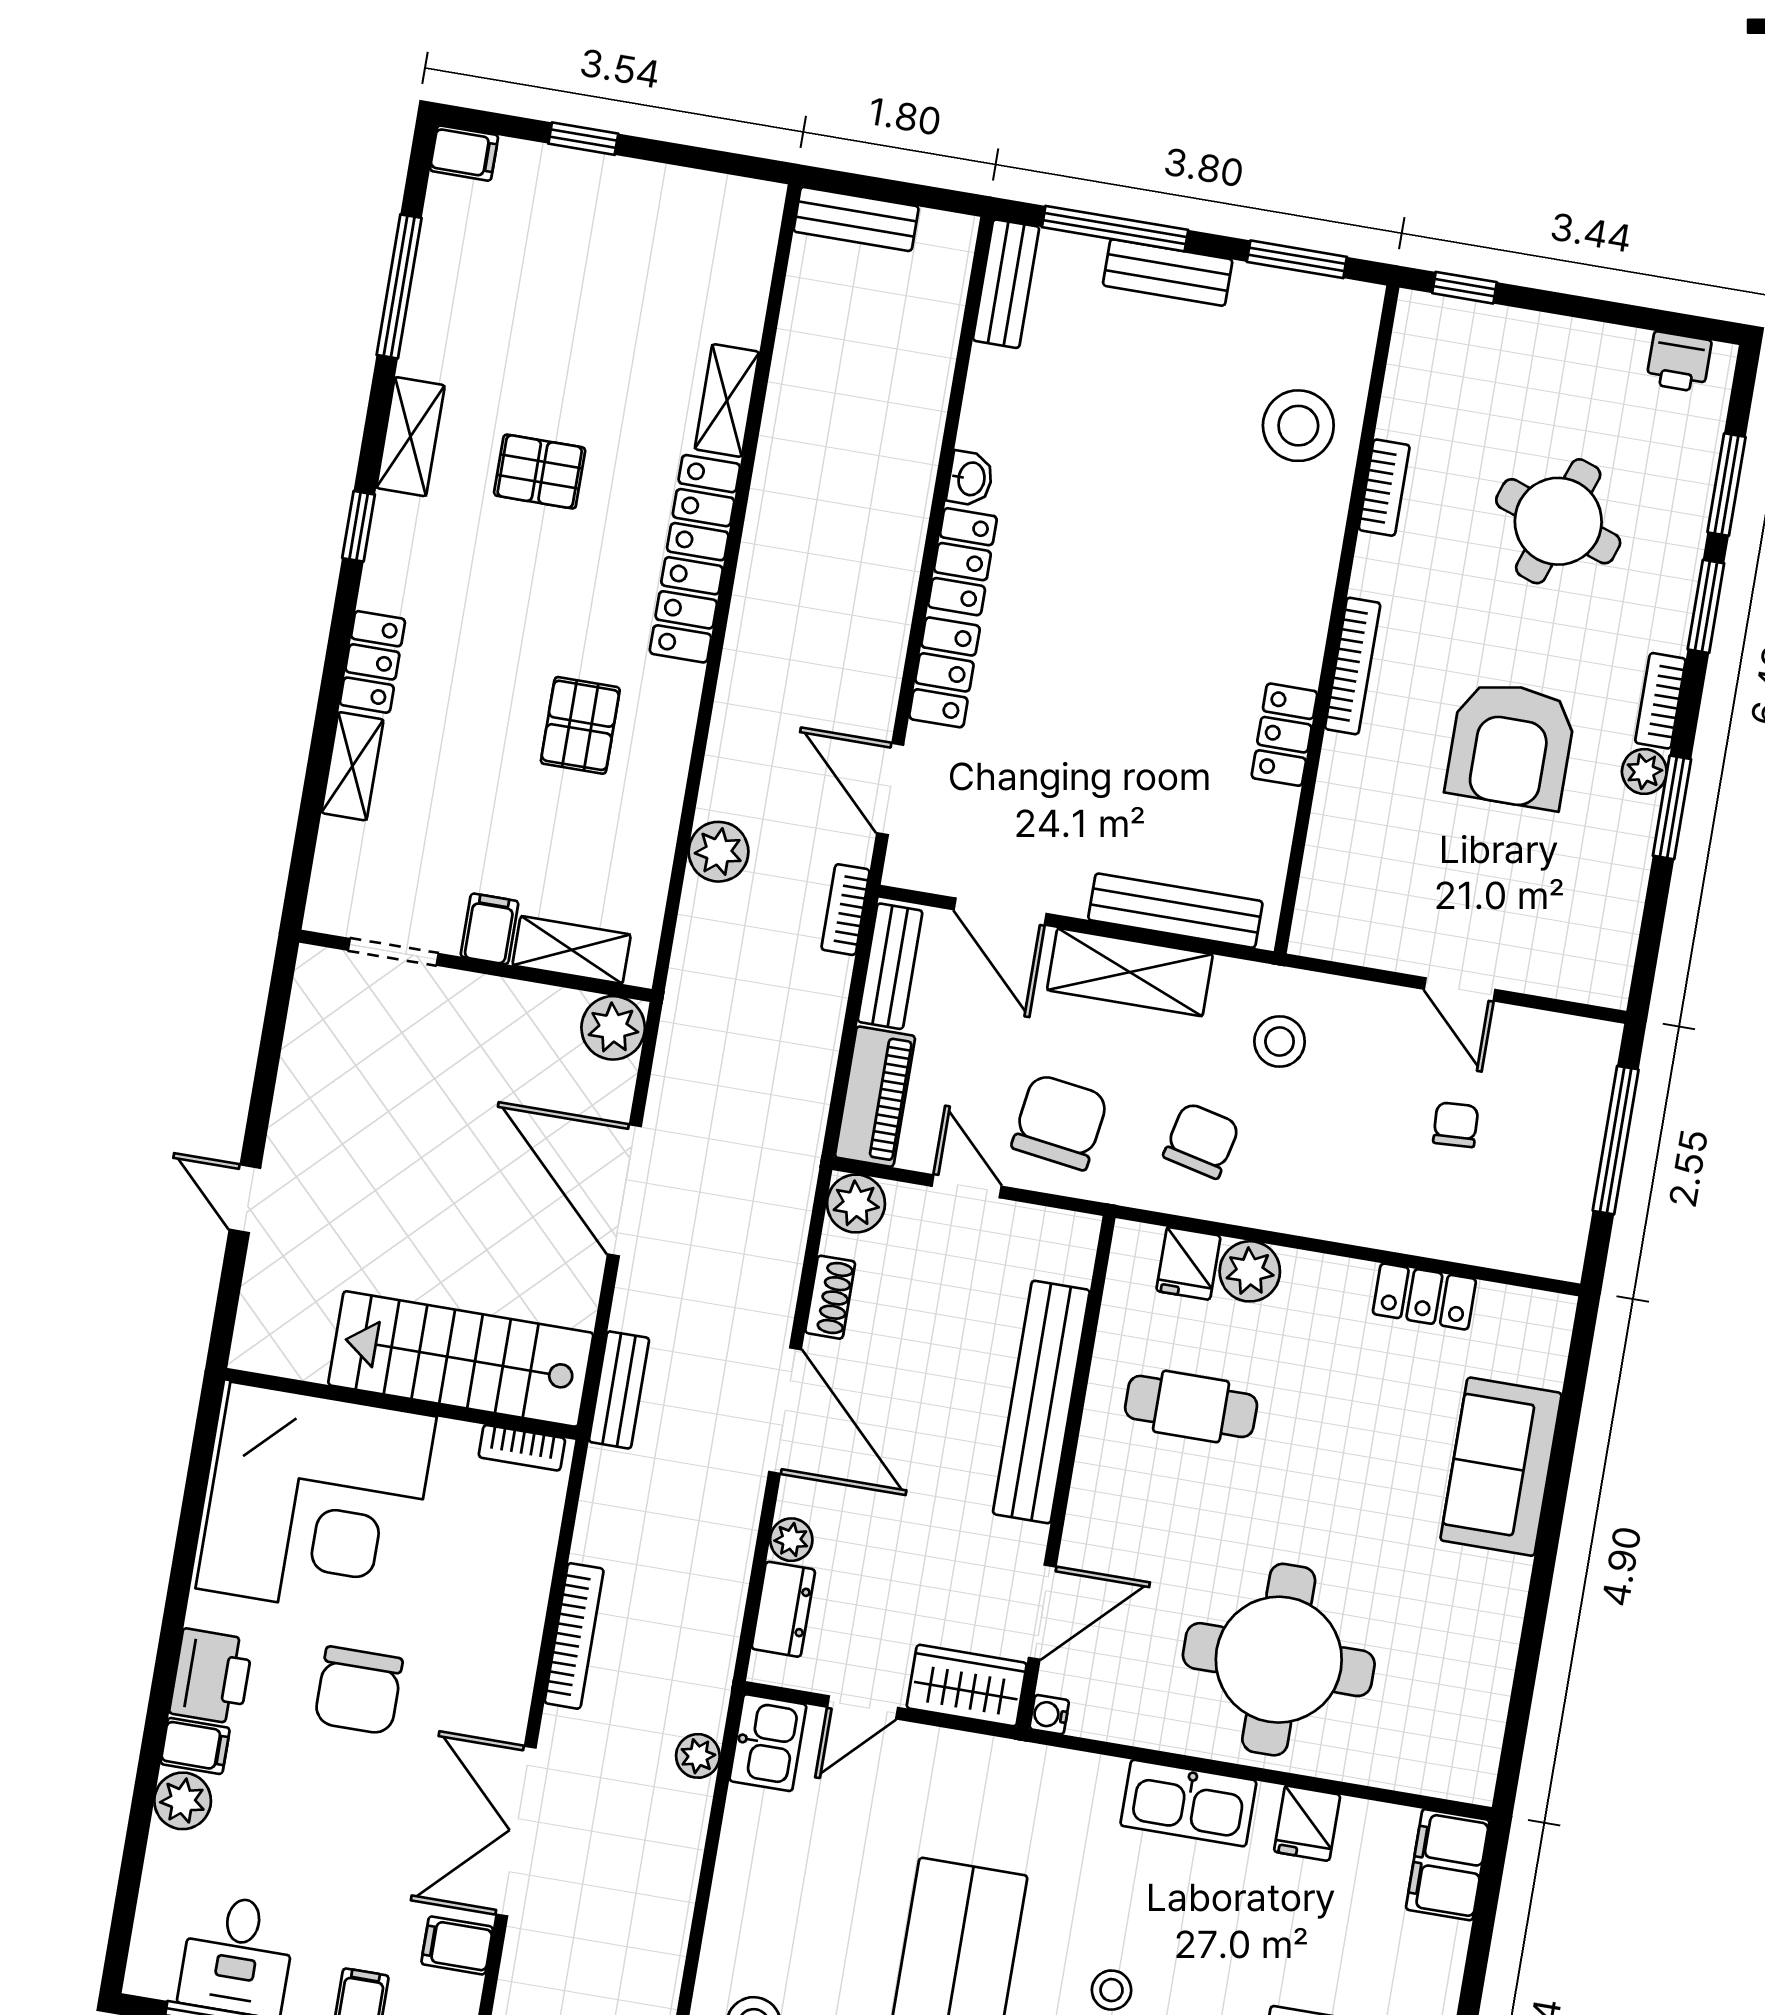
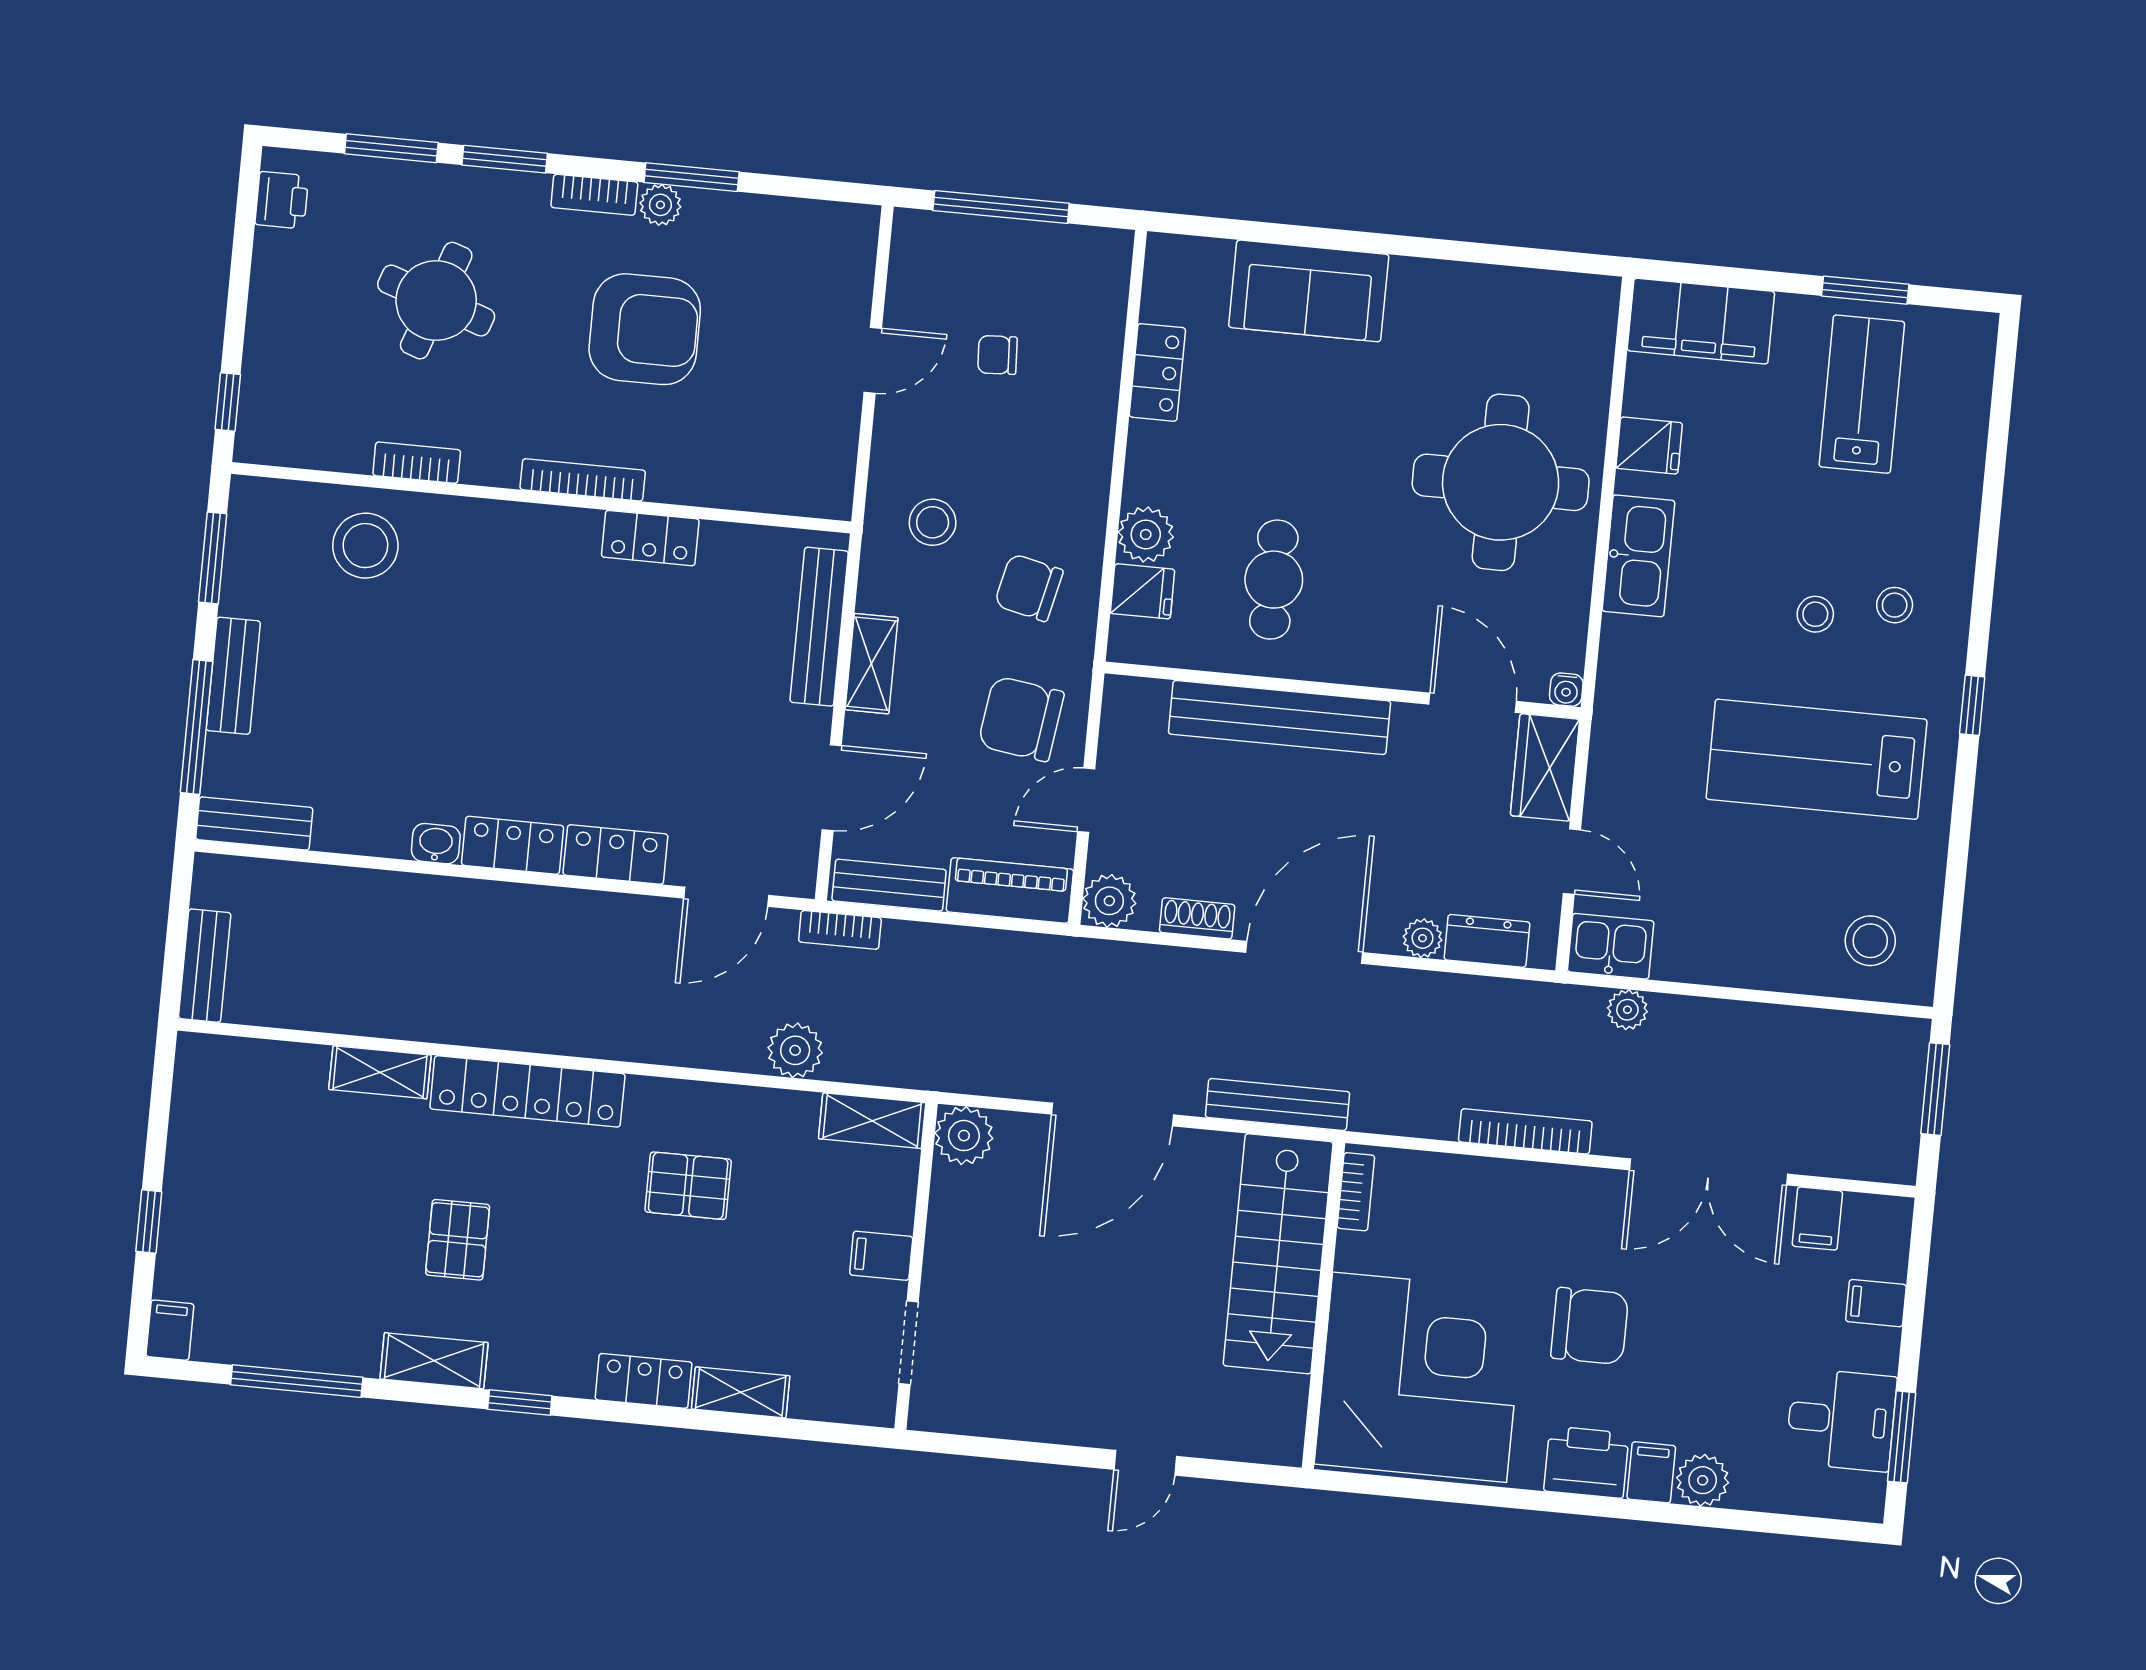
shelving: (572, 950) -> (872, 1121), moved, turned 90
shelving: (1130, 972) -> (872, 664), width x0.67, depth x0.75
bench: (619, 1390) -> (1278, 1105), width x1.36
filing cabinet: (1448, 1865) -> (1701, 321), width x1.50, depth x1.17

